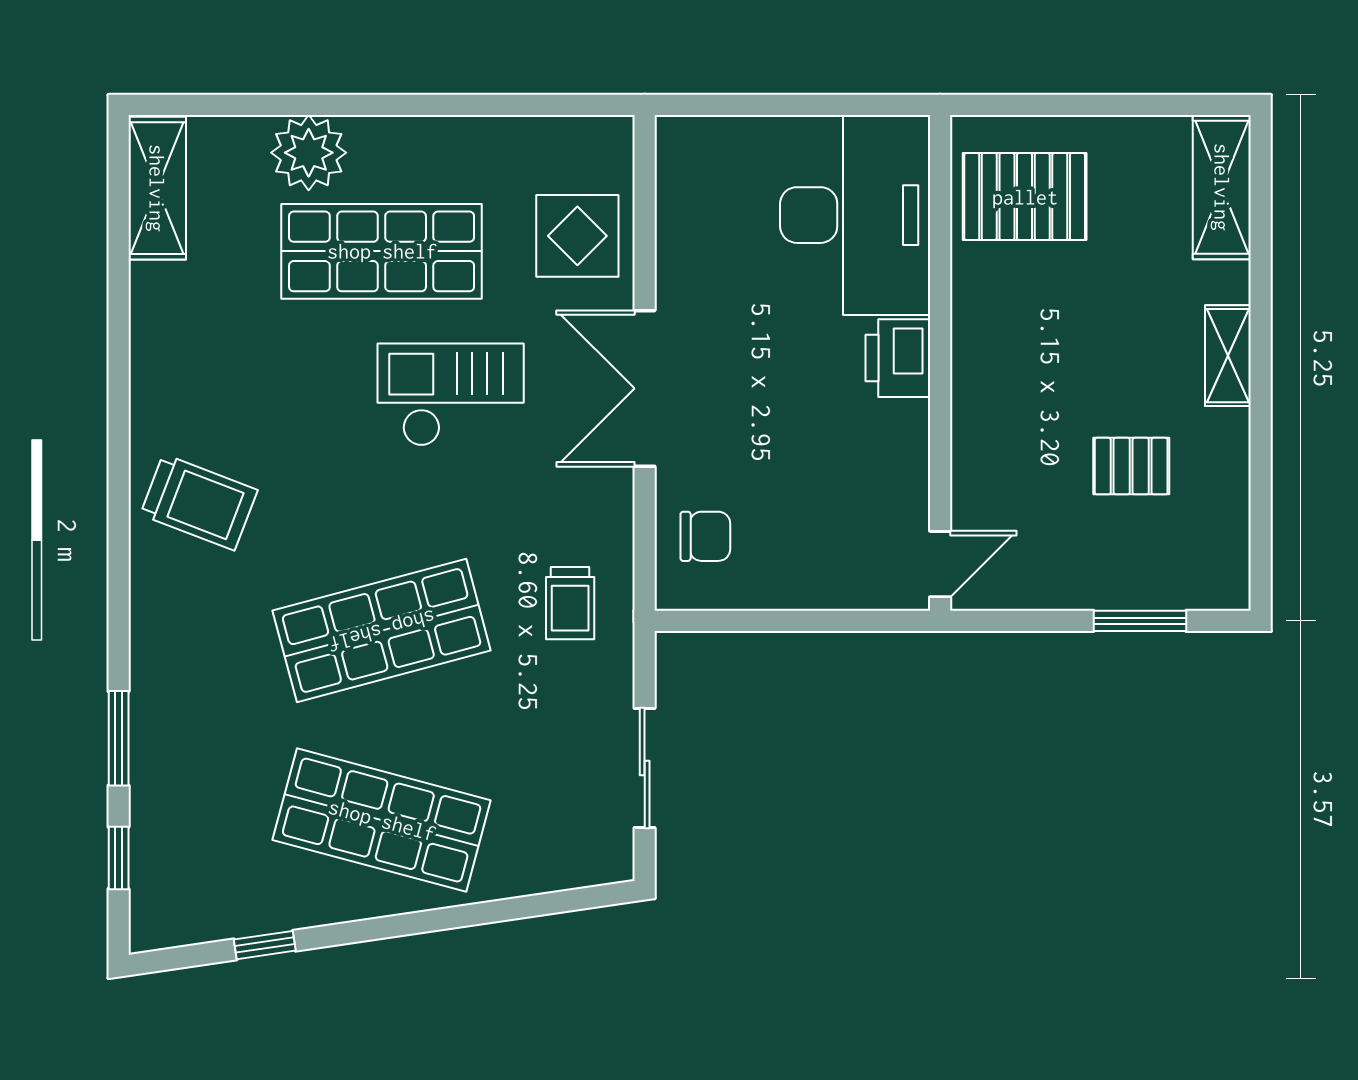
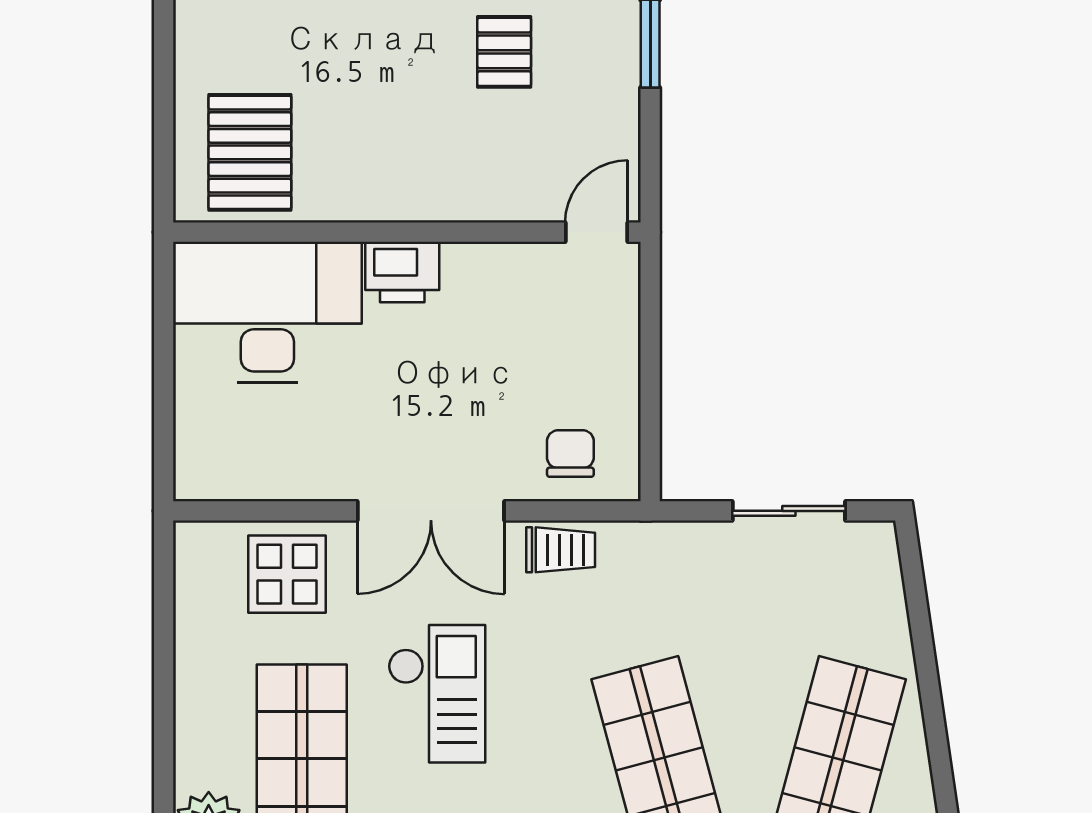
checkout: (451, 395) -> (437, 694), turned 180
door: (940, 564) -> (597, 232), hinge flipped
trolley: (570, 603) -> (561, 550), moved

